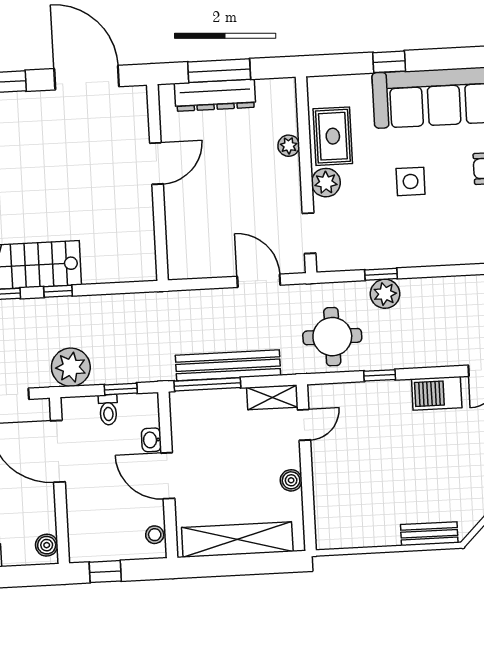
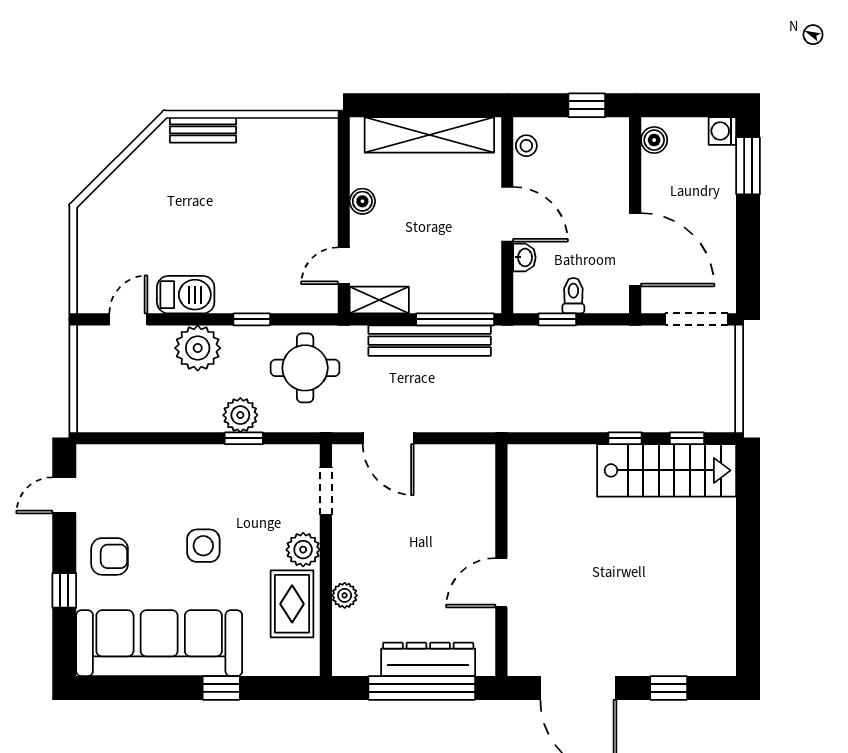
window: (219, 71) -> (422, 688), width x1.46
plant: (71, 367) -> (198, 348), moved

